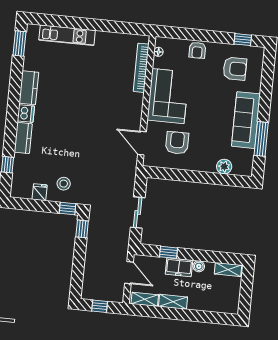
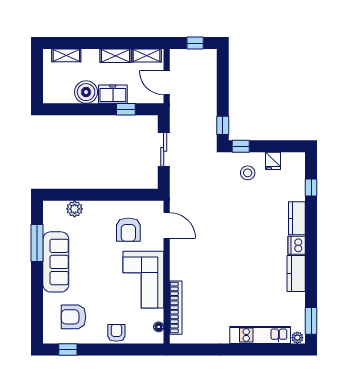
plant: (33, 29) -> (297, 338), added
boiler: (199, 266) -> (86, 92), width x1.86, depth x1.86
shelving: (228, 270) -> (66, 55), moved

